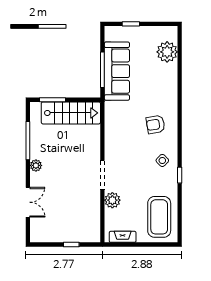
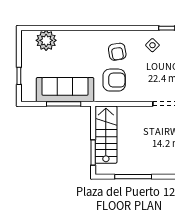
armchair: (127, 121) -> (114, 80), added
plant: (36, 165) -> (157, 169), removed

